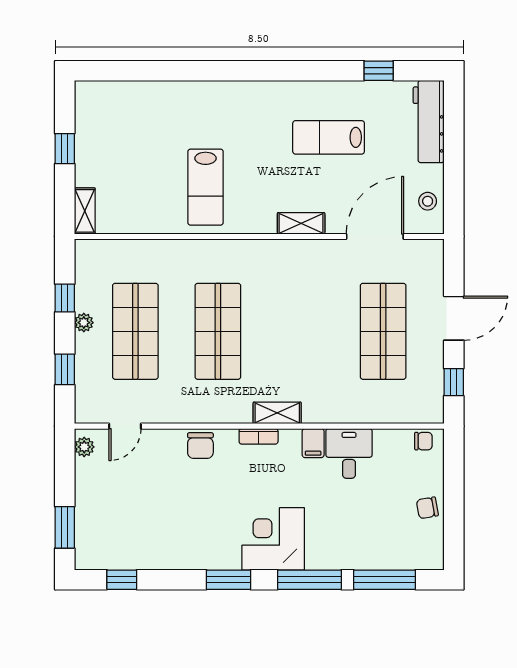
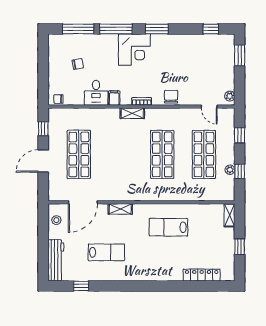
locker: (140, 92) -> (202, 275), added
lab bench: (206, 187) -> (168, 227), turned -90
plant: (84, 323) -> (230, 170), moved
door: (125, 426) -> (209, 107), swing flipped
chair: (427, 508) -> (78, 64), moved

